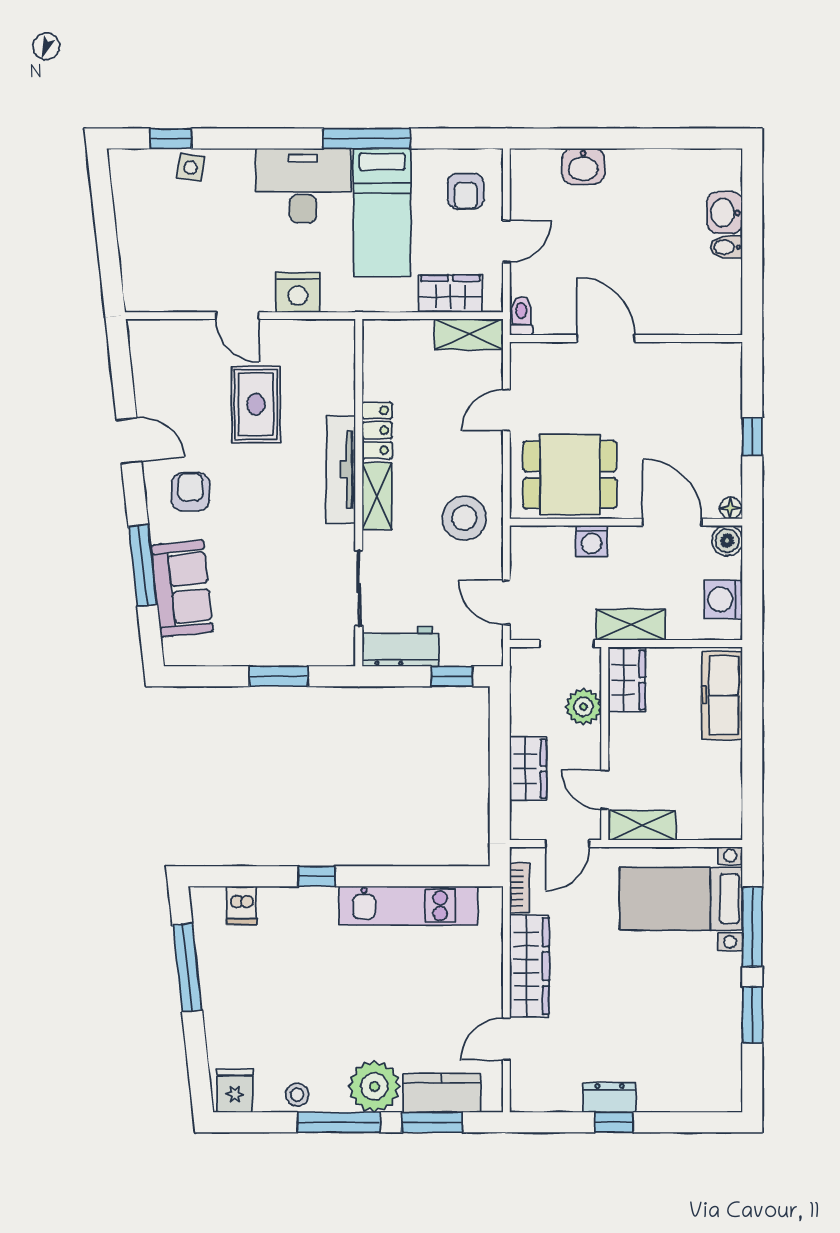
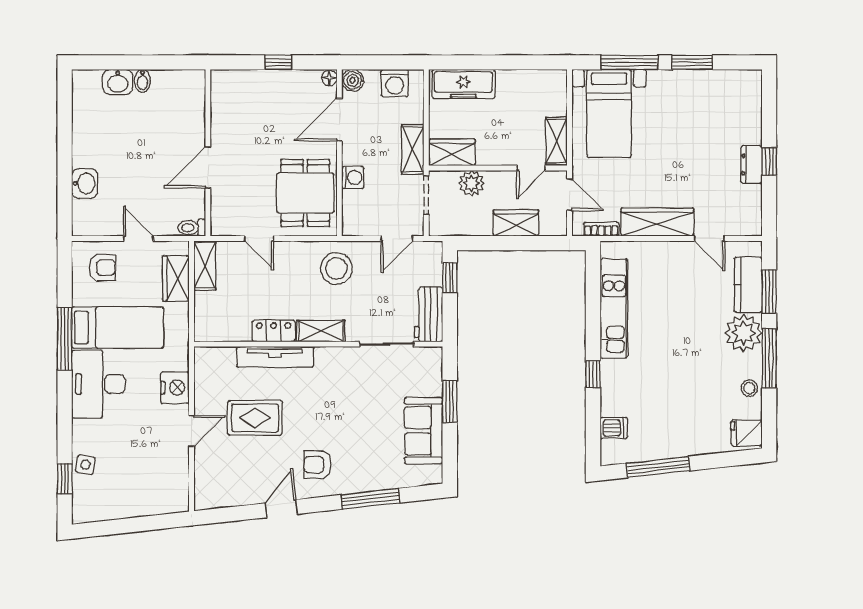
tv unit: (341, 470) -> (275, 357), moved
sofa: (182, 589) -> (424, 431), moved, turned -84

